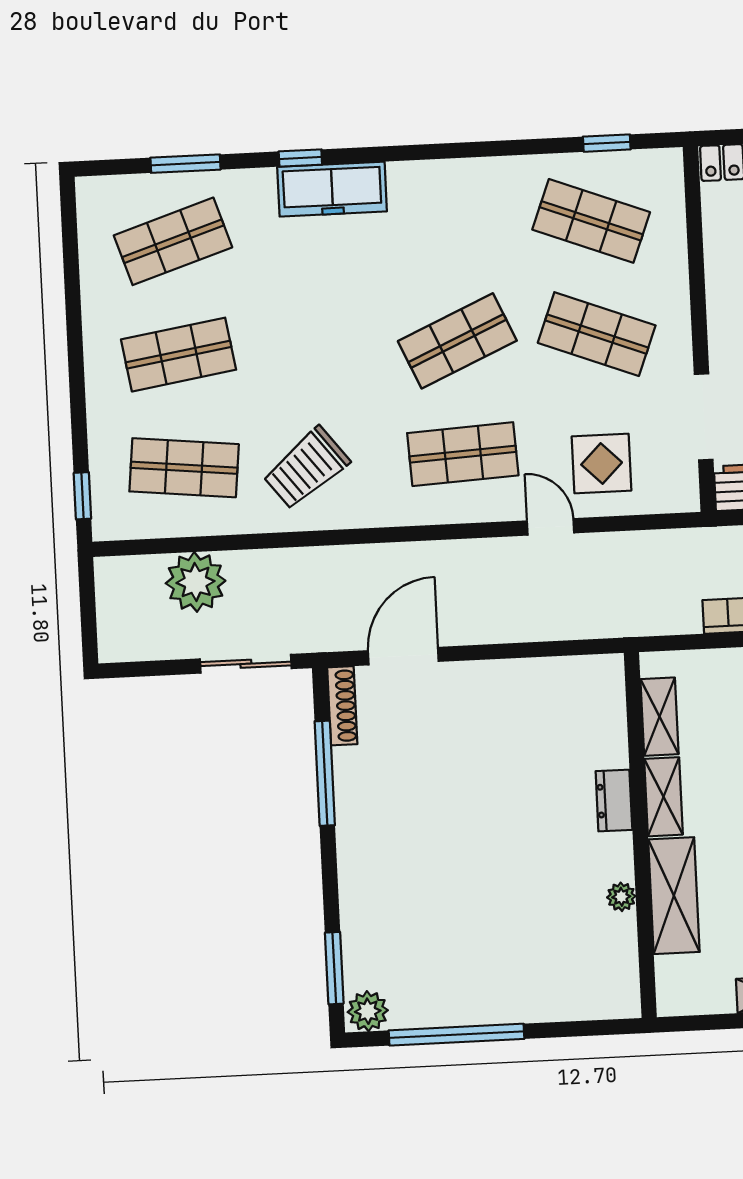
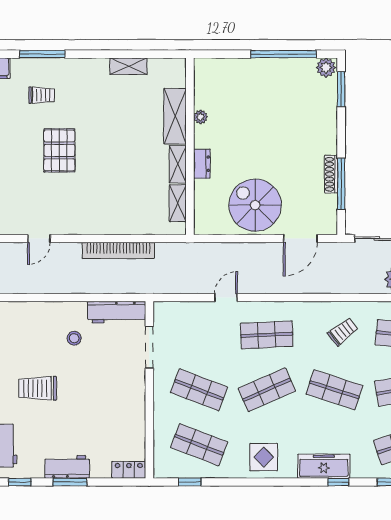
shop shelf: (318, 348) -> (334, 390), added
display table: (602, 463) -> (264, 457), moved
trolley: (306, 468) -> (343, 332), width x0.73, depth x0.72
door: (550, 527) -> (226, 298), swing flipped
shoe rack: (342, 706) -> (331, 174), moved
spiral stairs: (500, 720) -> (255, 205), added

